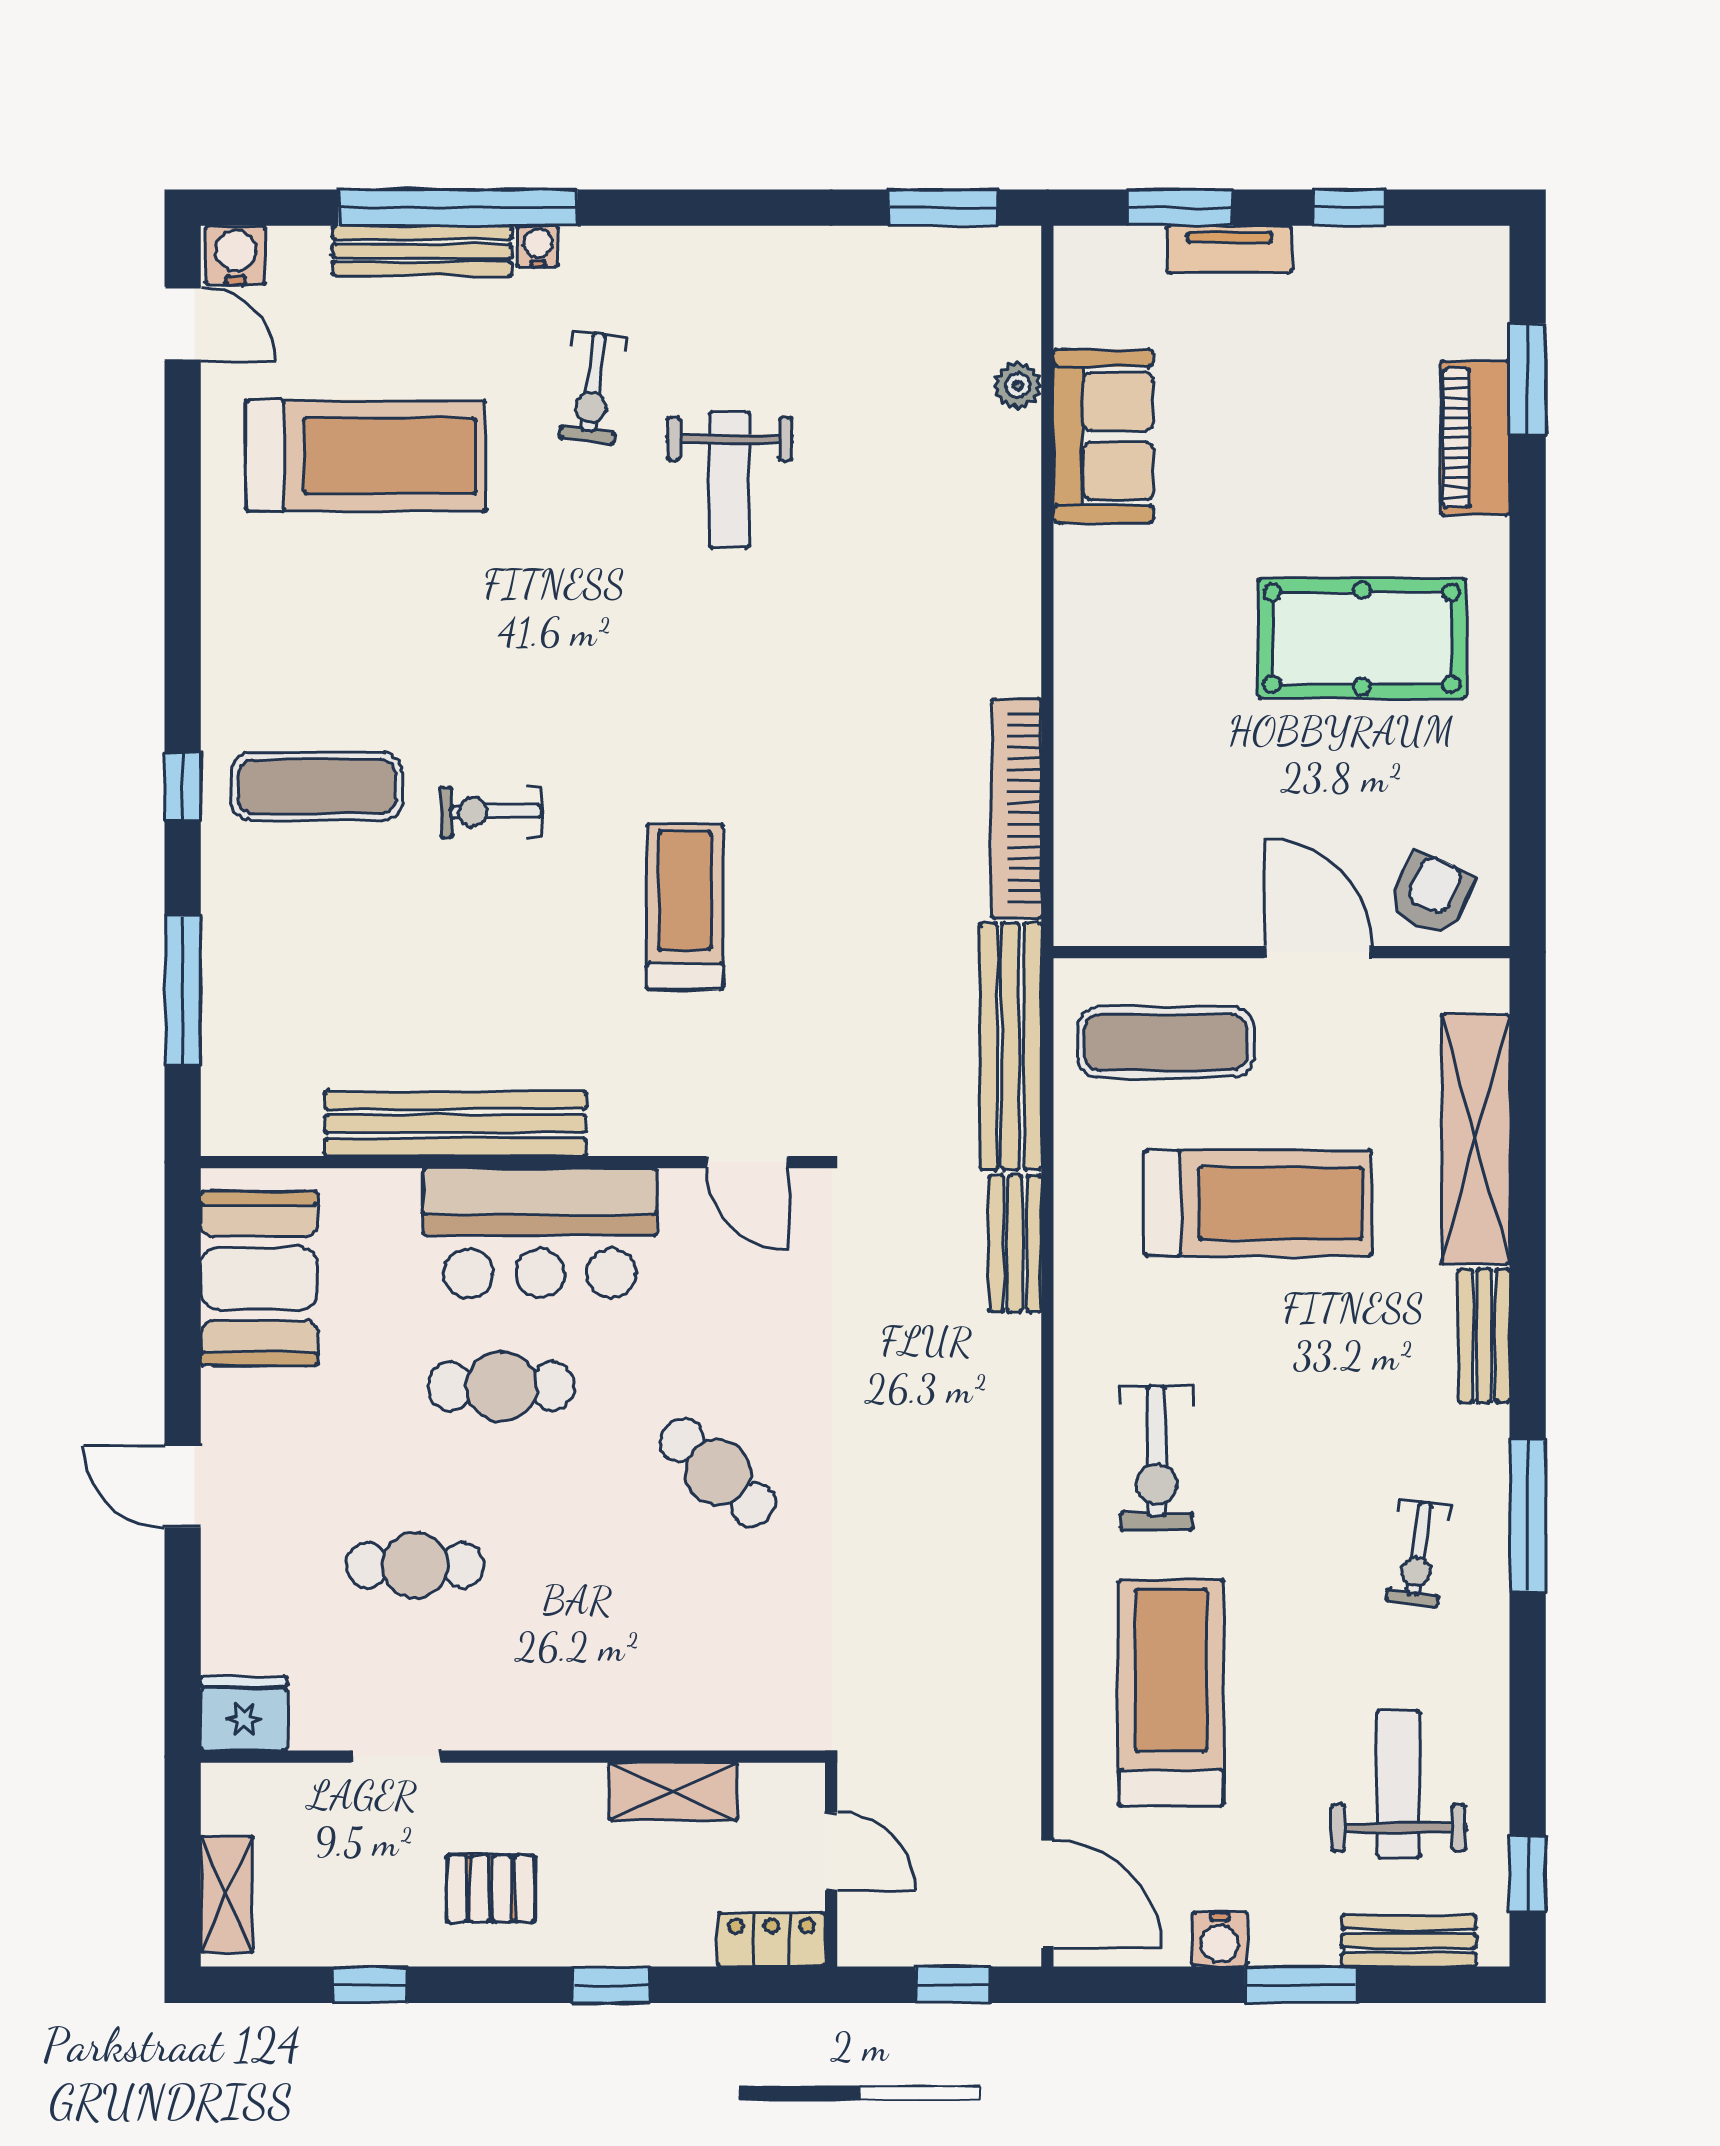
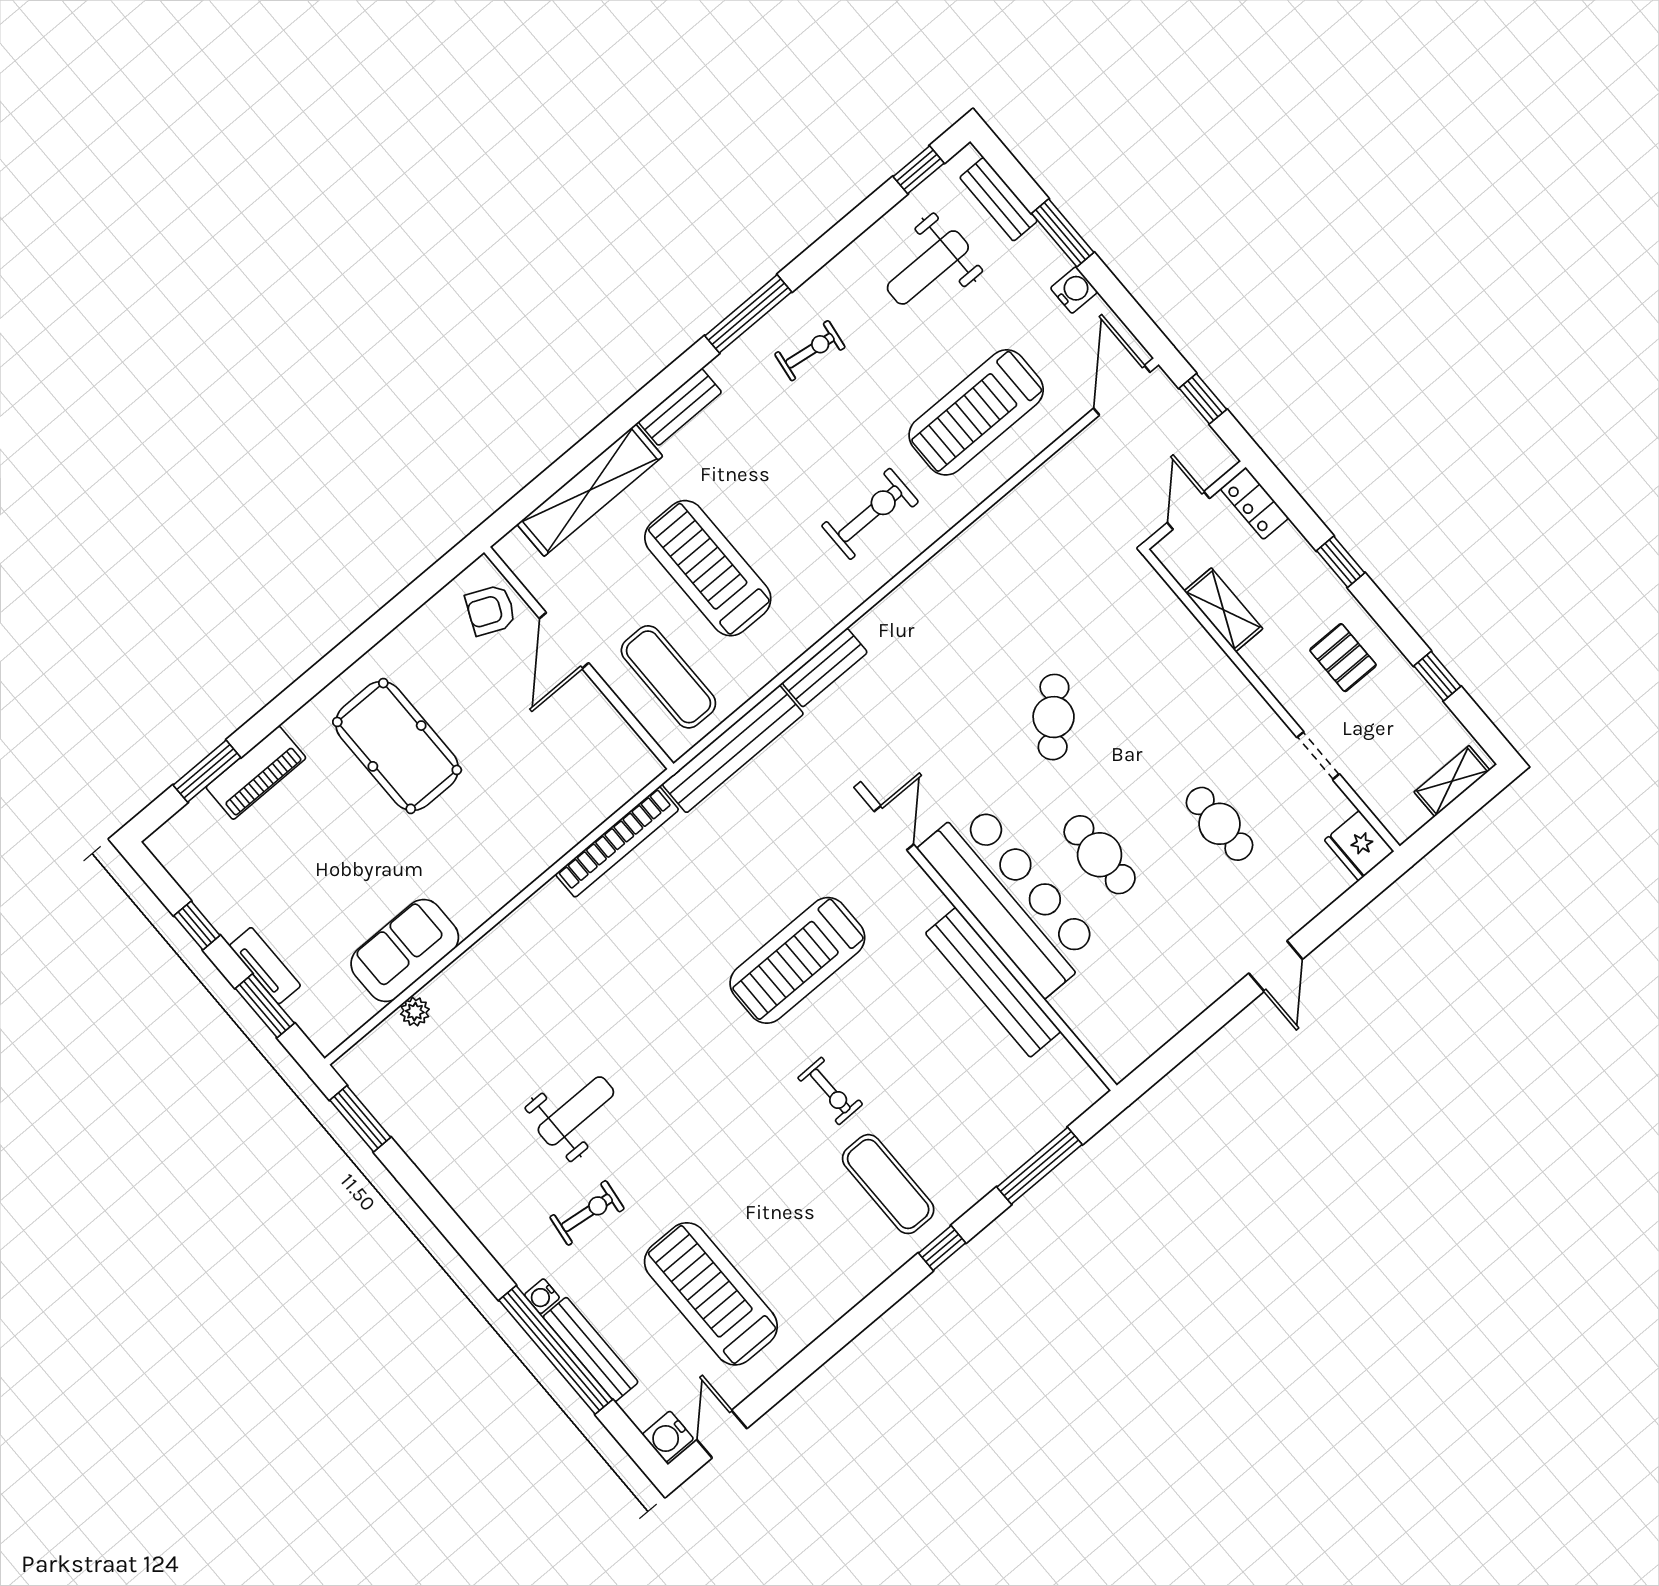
treadmill: (685, 907) -> (797, 960), width x1.37, depth x1.38
bar counter: (540, 1233) -> (1011, 898), width x1.36
booth: (259, 1279) -> (1146, 1013), removed

